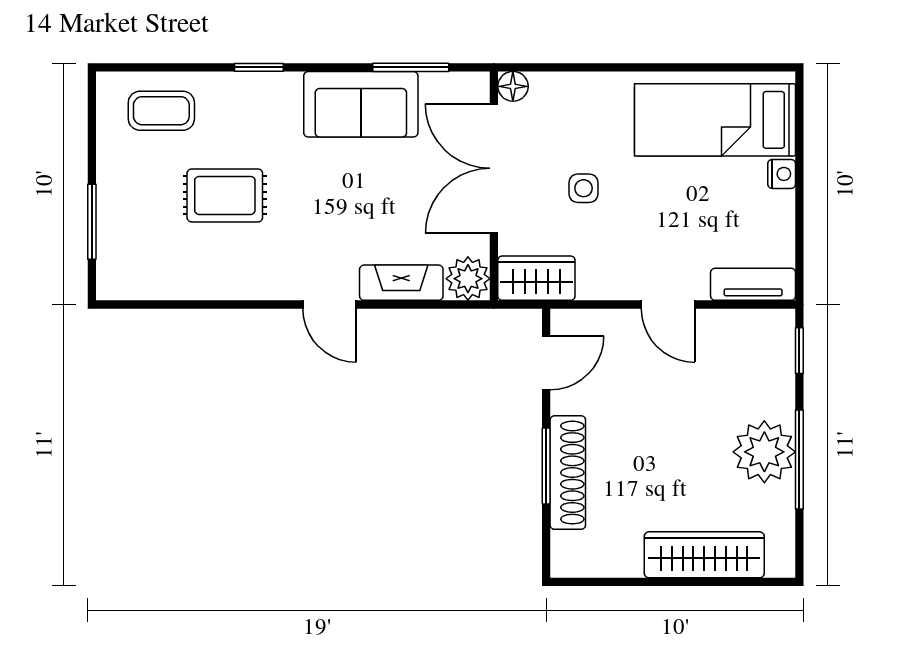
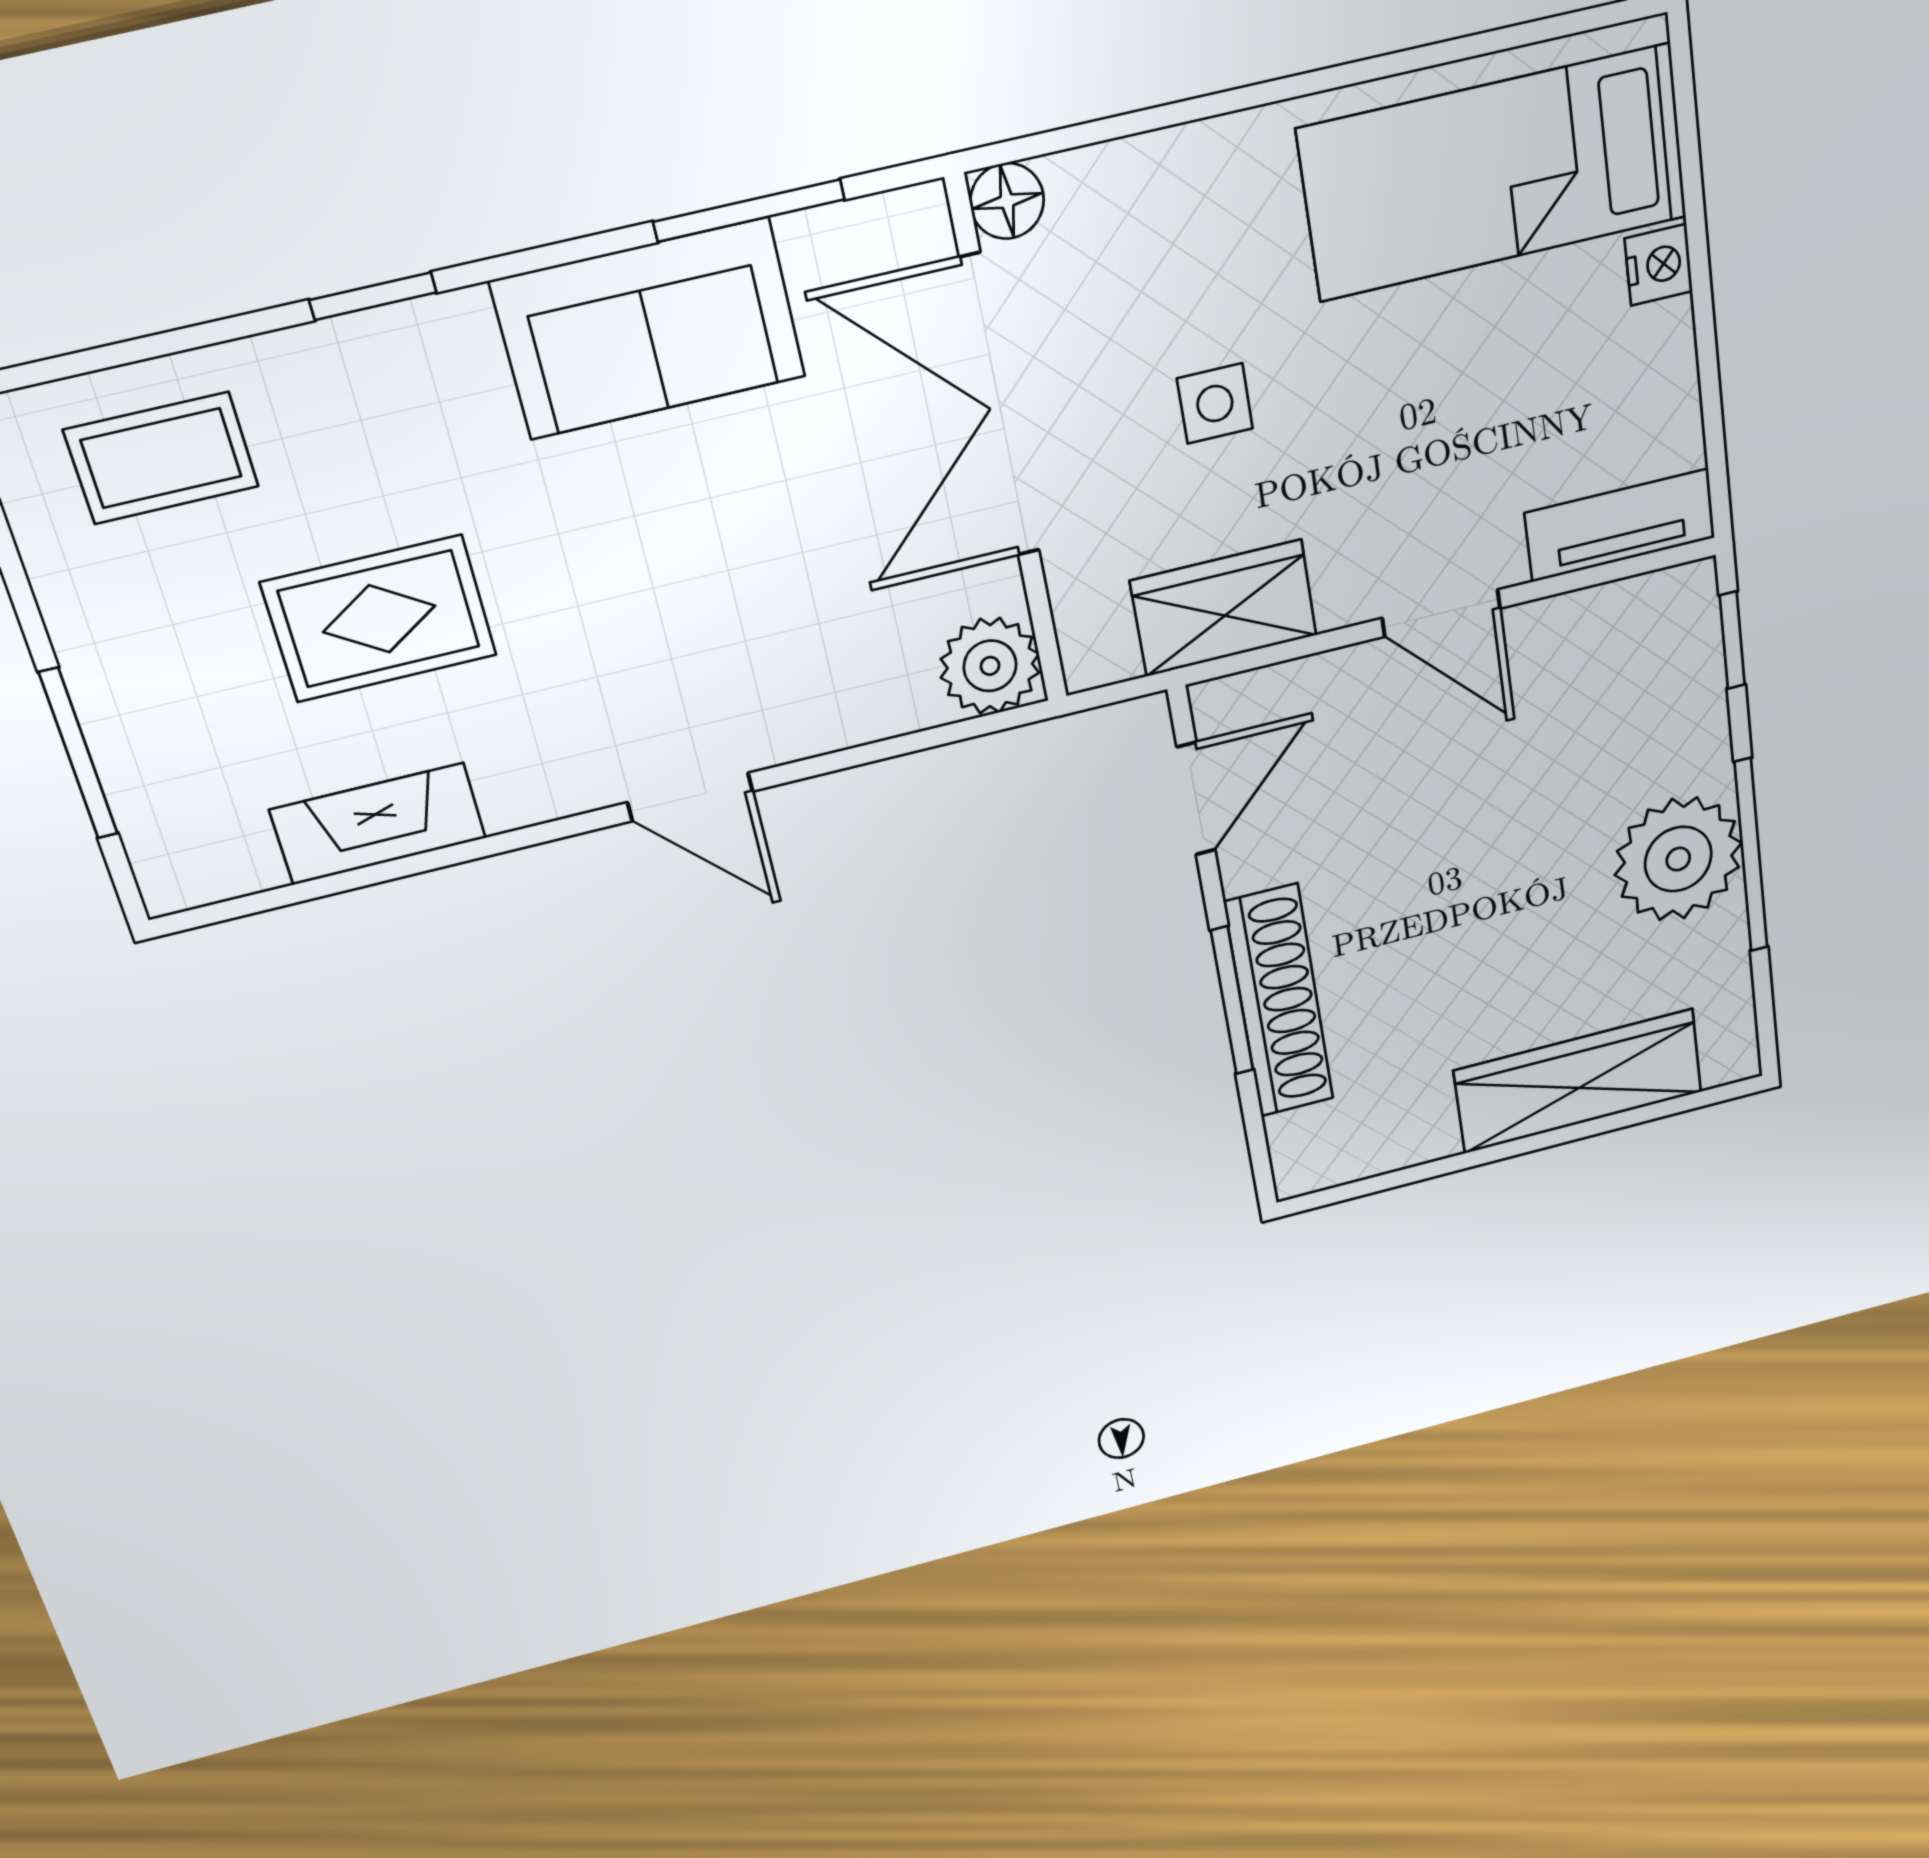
wardrobe: (536, 278) -> (1224, 608), moved
fireplace: (401, 283) -> (378, 824), moved

